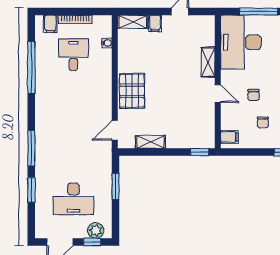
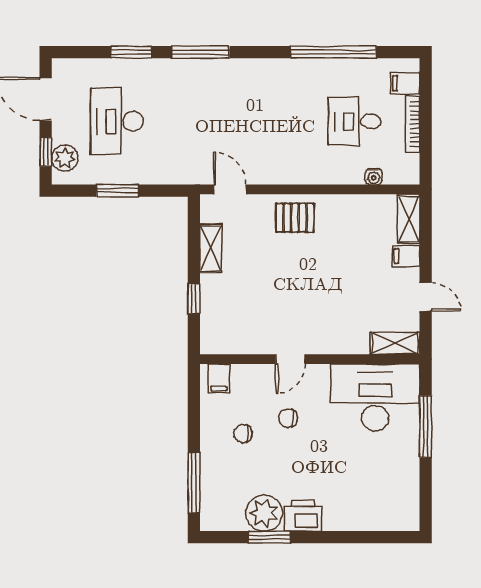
desk: (73, 55) -> (355, 121), turned 180
shelving: (208, 62) -> (395, 343), moved
pallet: (132, 91) -> (295, 218), width x0.67, depth x0.71
window: (200, 152) -> (194, 299), moved
window: (115, 186) -> (118, 191), moved

